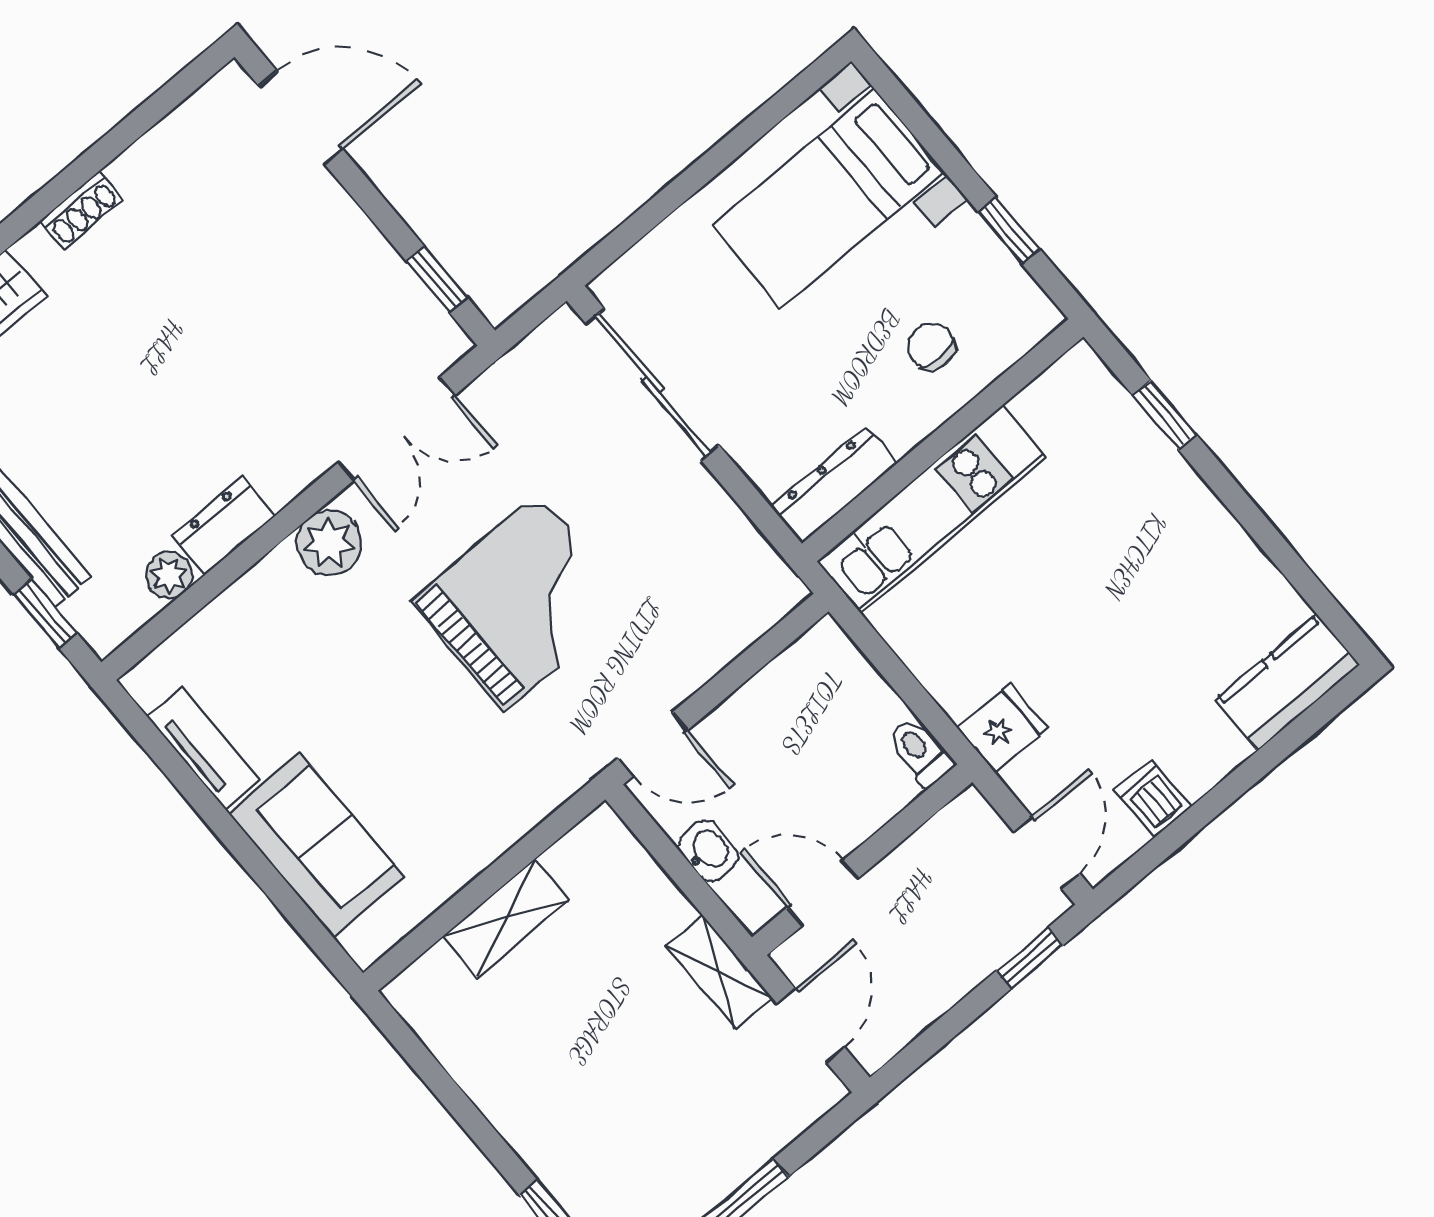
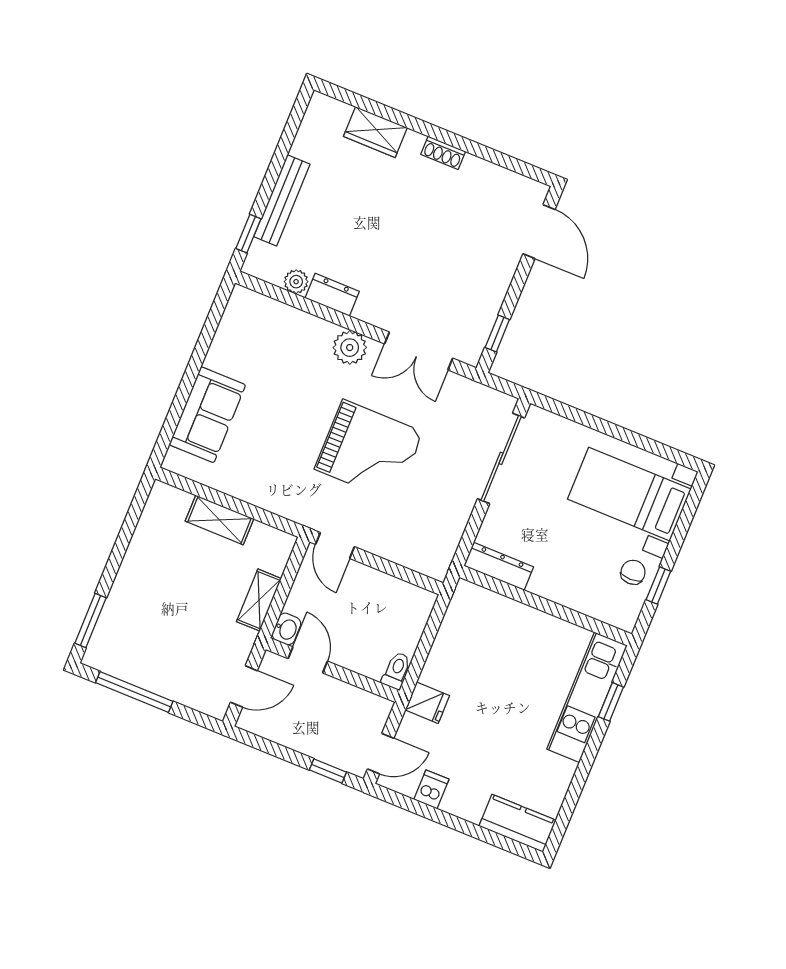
chair: (931, 346) -> (633, 572), moved
kitchen unit: (932, 509) -> (587, 697), moved, turned 90
tv unit: (204, 748) -> (225, 339), removed
washbasin: (708, 851) -> (286, 629), moved
shelving: (719, 972) -> (259, 600), moved

